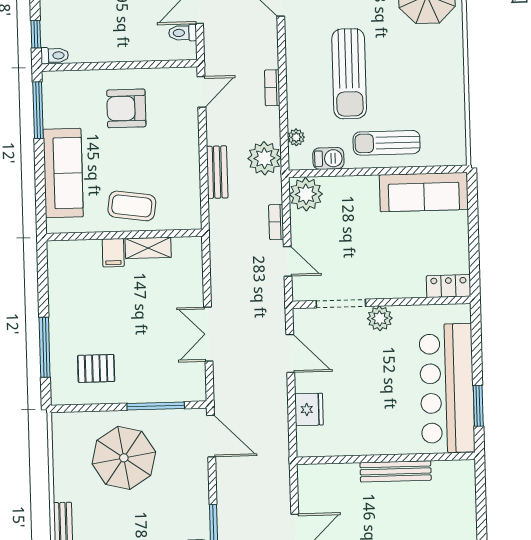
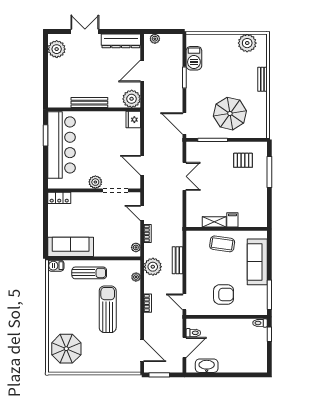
door: (201, 92) -> (184, 302), hinge flipped
barbecue: (328, 158) -> (56, 266), moved
plant: (306, 194) -> (136, 247), width x0.53, depth x0.53
fridge: (309, 409) -> (133, 120), moved
plant: (314, 481) -> (132, 99), added

